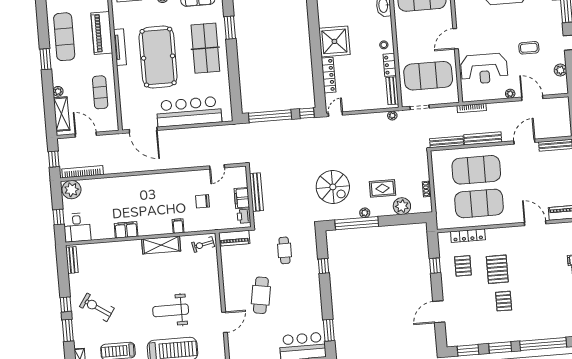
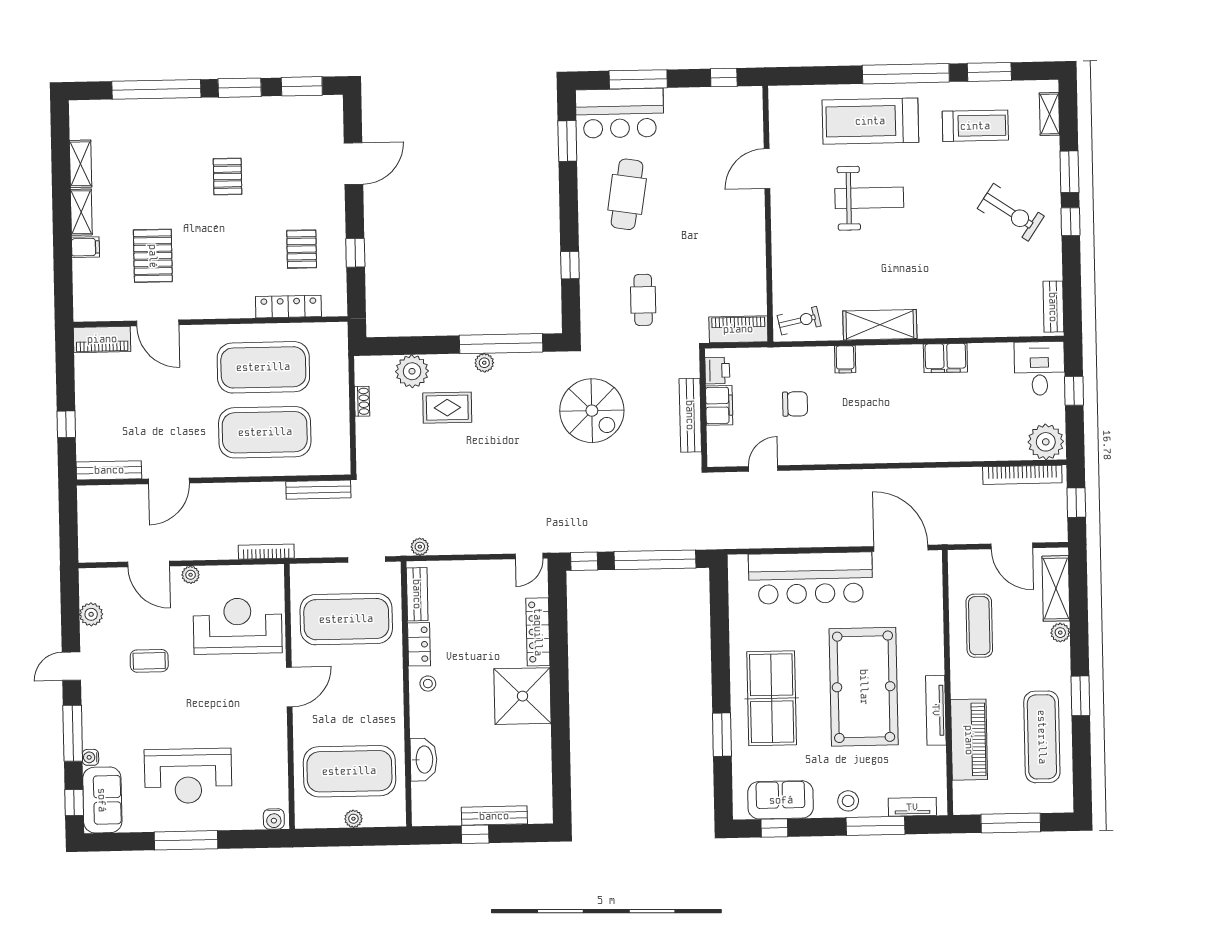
bench: (483, 138) -> (249, 492), removed
spiral stairs: (333, 187) -> (592, 411), moved, turned 180
pallet: (497, 269) -> (153, 256), moved
cafe table: (261, 295) -> (627, 194), moved

